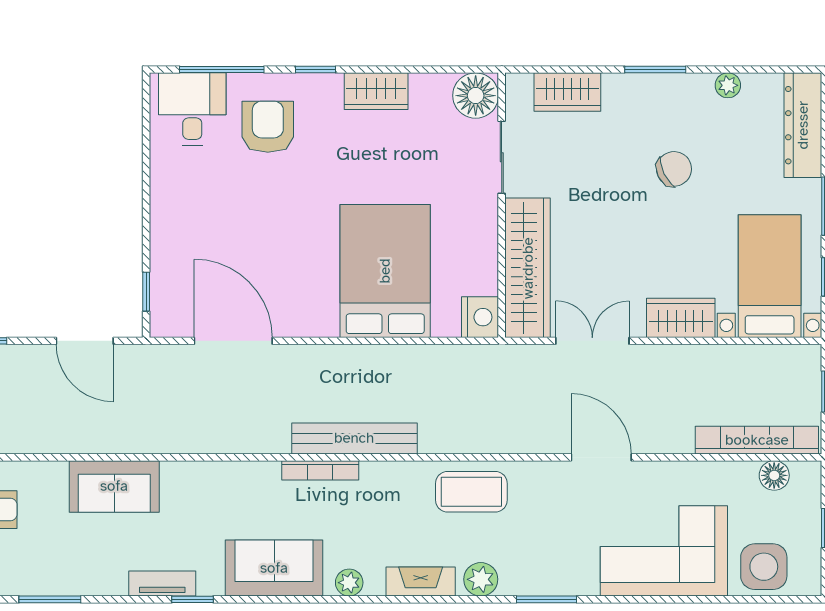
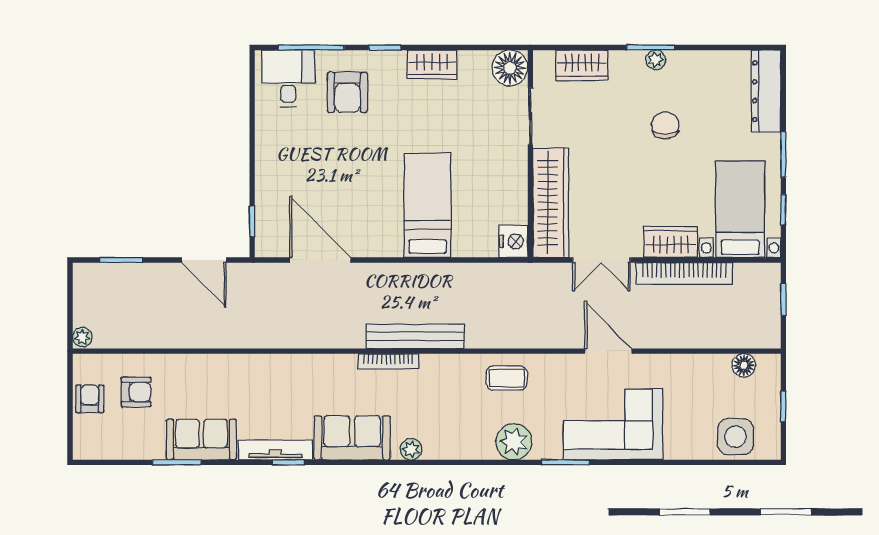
plant: (728, 85) -> (656, 60), moved
armchair: (268, 127) -> (347, 92), turned 180
chair: (674, 169) -> (665, 125), turned -64
bed: (385, 271) -> (427, 205), width x0.67
double door: (592, 341) -> (601, 260), swing flipped
bookcase: (757, 440) -> (684, 273), moved, turned 180
sofa: (114, 486) -> (201, 440), moved, turned 180
coffee table: (471, 492) -> (507, 378), width x0.73, depth x0.77
corner sofa: (664, 551) -> (613, 424), moved
plant: (481, 579) -> (514, 442), width x1.36, depth x1.36
fireplace: (421, 582) -> (467, 448), removed
tv unit: (162, 584) -> (275, 450), width x1.41

